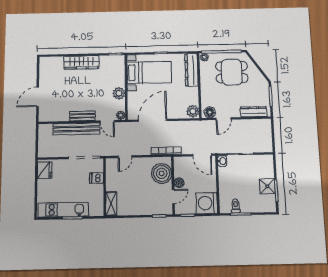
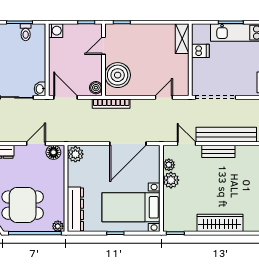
plant: (121, 115) -> (169, 165), moved
dishwasher: (97, 178) -> (200, 51), moved
boiler: (179, 183) -> (96, 88), moved
washing machine: (207, 203) -> (56, 31), width x0.53, depth x0.53

